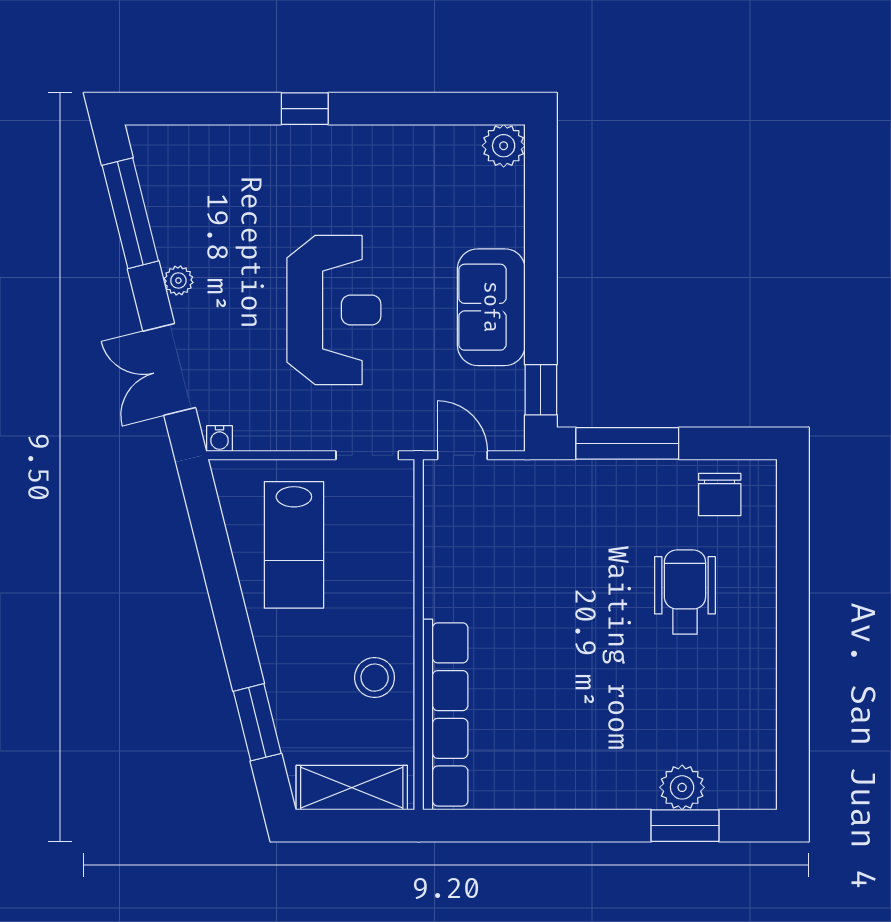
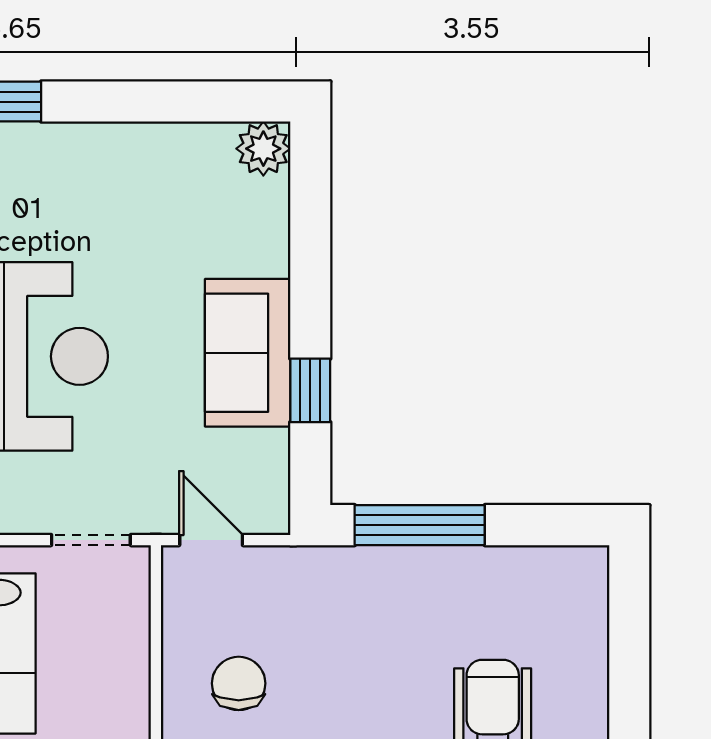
window: (541, 390) -> (310, 390), moved
chair: (720, 494) -> (239, 683), moved, turned 180

